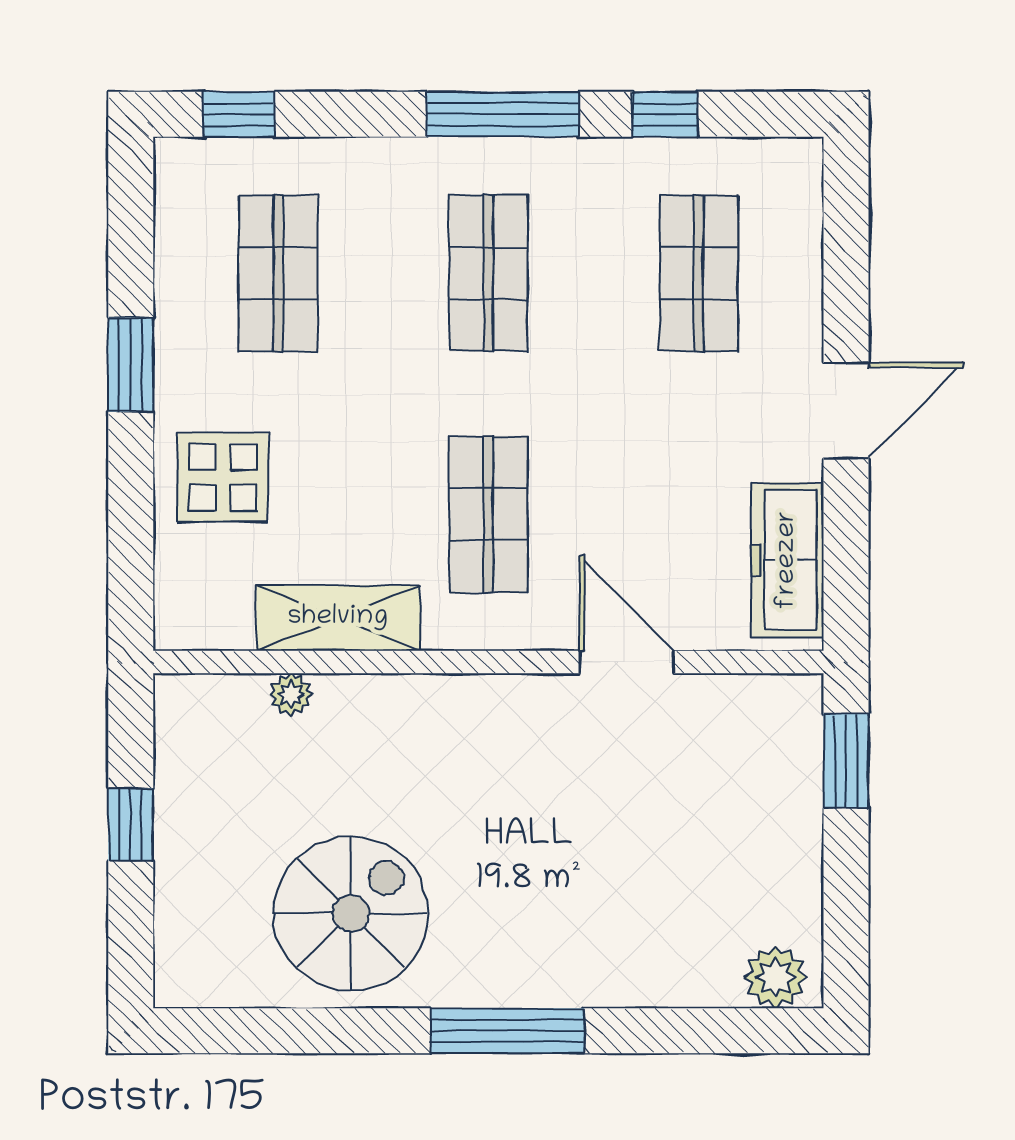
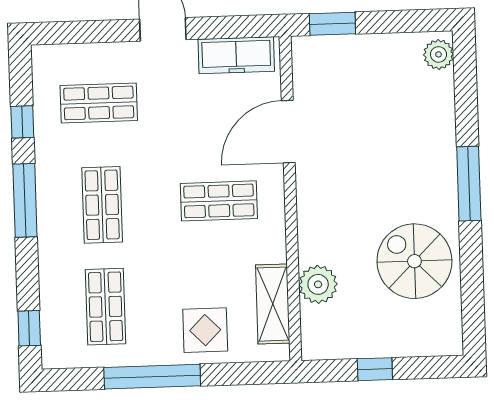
shop shelf: (278, 273) -> (106, 307), turned 90
shop shelf: (488, 273) -> (102, 205), turned 90
window: (131, 365) -> (152, 377), width x2.11
shelving: (338, 618) -> (273, 304), moved
door: (627, 662) -> (288, 132), width x1.36
plant: (291, 694) -> (318, 284), width x1.87, depth x1.87

